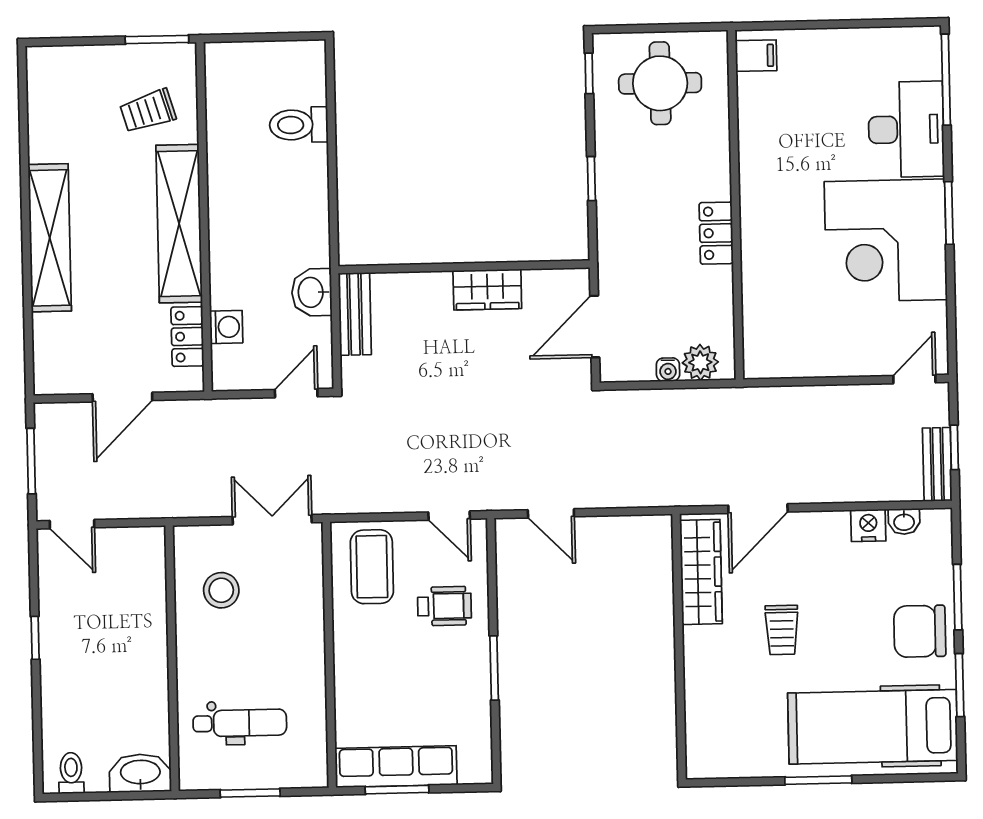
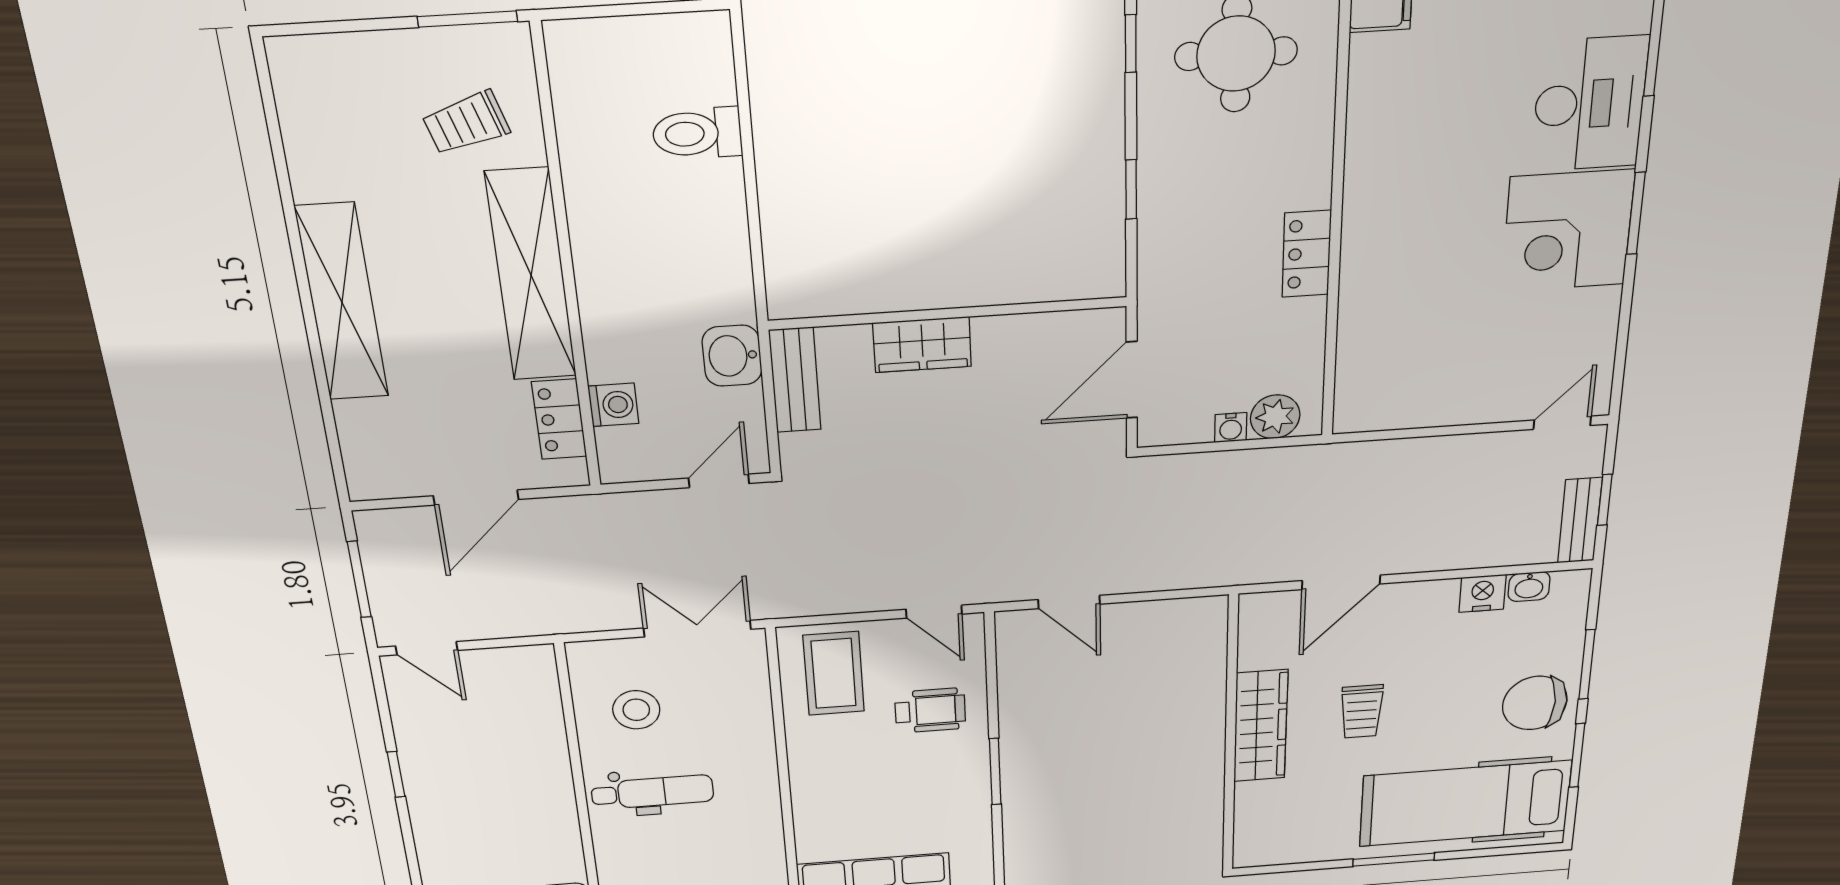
corner desk: (886, 241) -> (1568, 231), width x0.74, depth x0.74
wardrobe: (487, 290) -> (922, 345), moved
wardrobe: (701, 572) -> (1261, 726), moved
dental chair: (240, 723) -> (652, 792), moved

